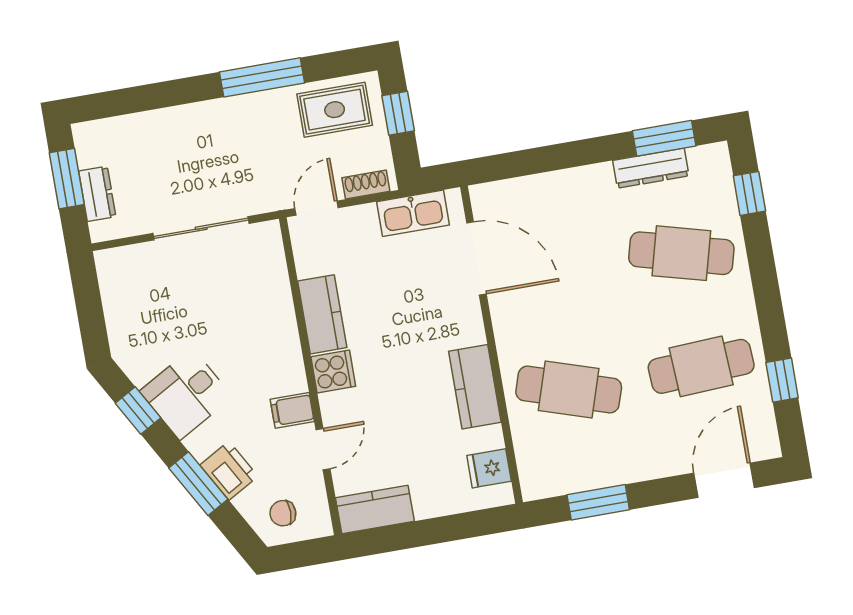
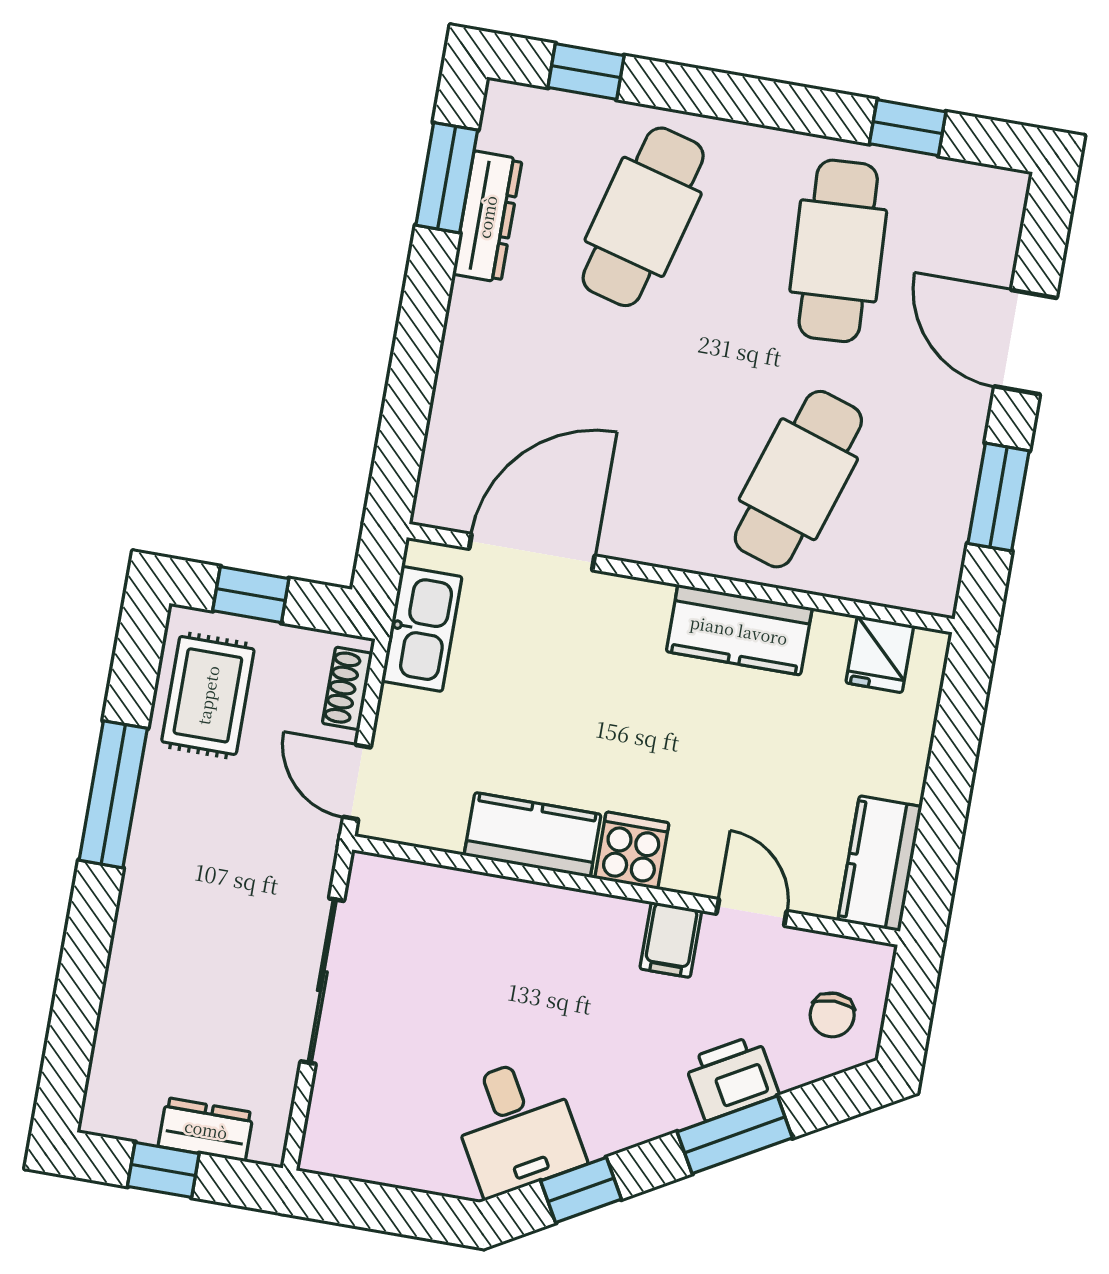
window: (67, 179) -> (163, 1170), width x0.67
desk: (186, 394) -> (516, 1126), moved
door: (724, 480) -> (1026, 342), moved

